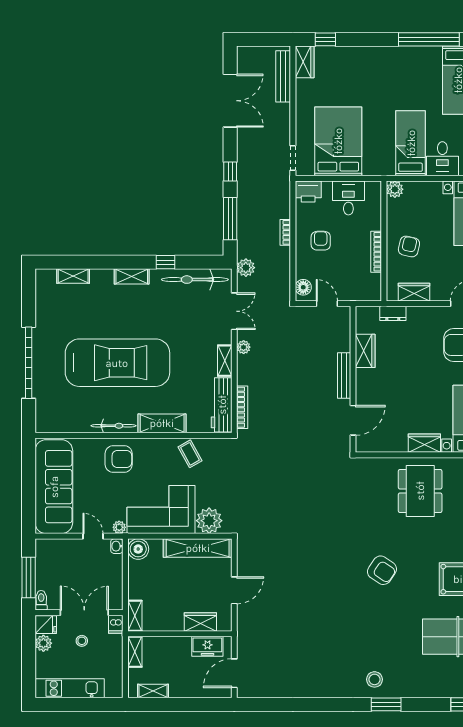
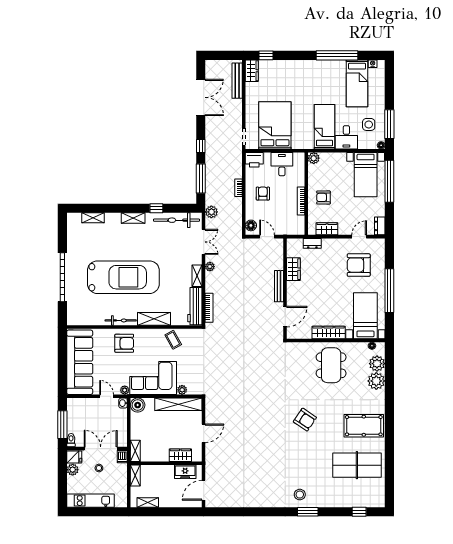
armchair: (409, 247) -> (323, 197), turned -103
wardrobe: (424, 443) -> (329, 332), width x1.50
plant: (209, 521) -> (182, 390), width x0.53, depth x0.53

